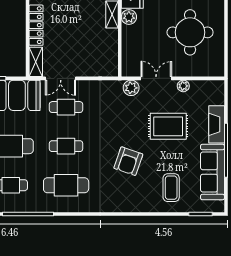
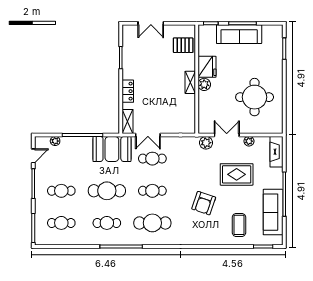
locker: (36, 25) -> (128, 91), width x0.66
fireplace: (217, 124) -> (276, 152), moved

